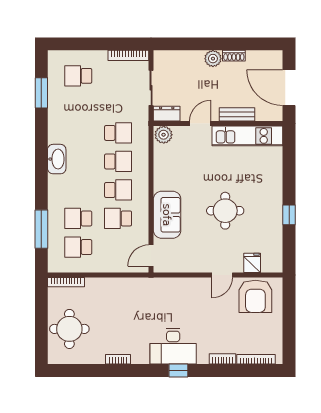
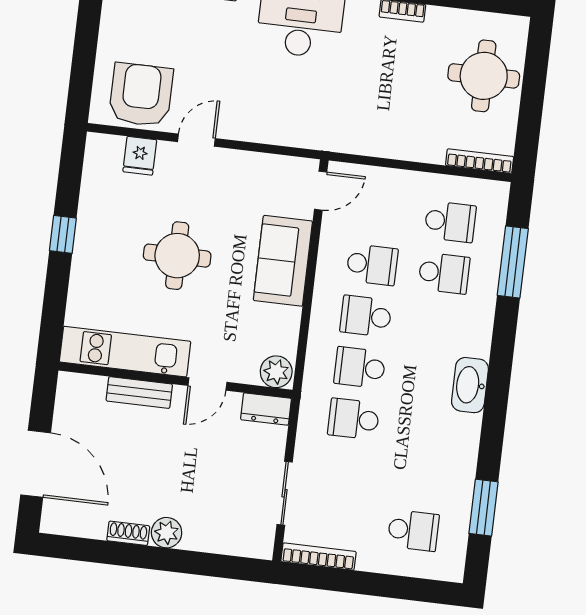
dresser: (167, 114) -> (266, 409), moved
bench: (237, 114) -> (139, 393), moved
door: (200, 124) -> (207, 384), moved
wall: (218, 124) -> (175, 380), moved
plant: (164, 135) -> (276, 372), moved
kitchen unit: (247, 136) -> (125, 352), moved

